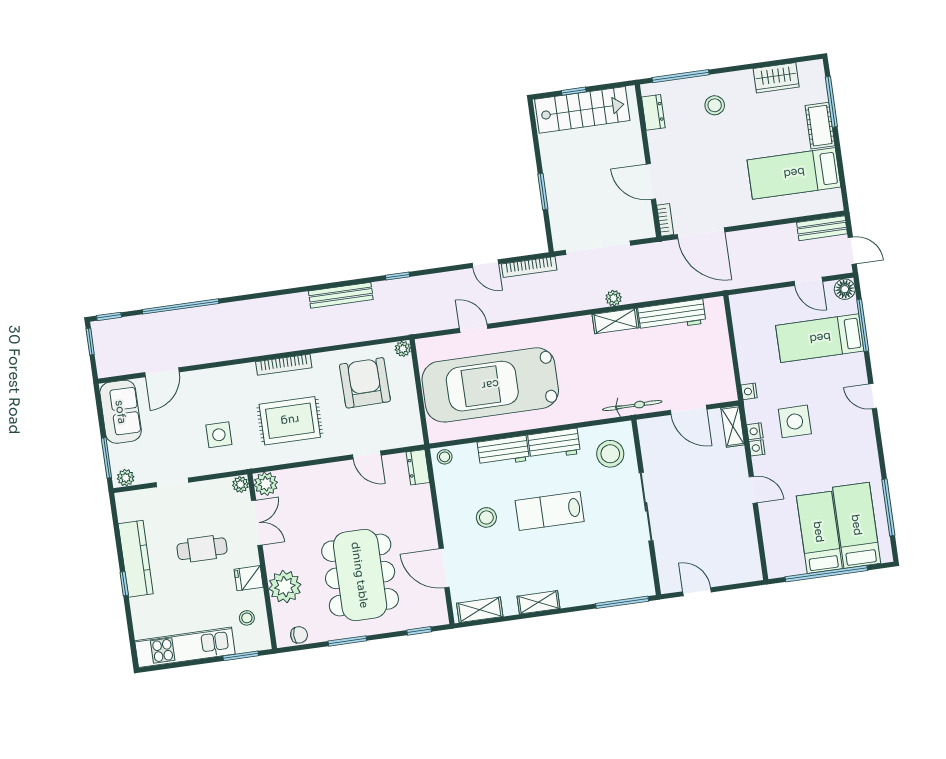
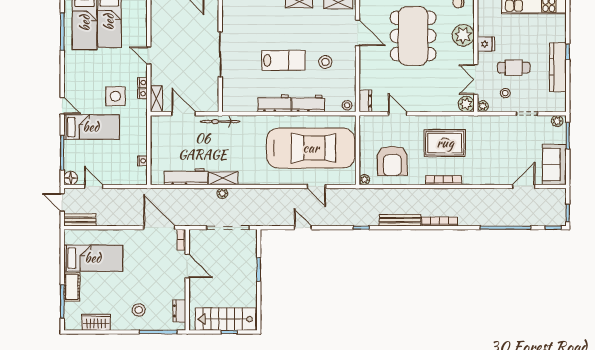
bookcase: (529, 267) -> (440, 221), moved
bed: (820, 338) -> (91, 127), moved
nightstand: (749, 391) -> (142, 161), moved
side table: (219, 435) -> (492, 140), removed
stool: (610, 454) -> (239, 92), removed
stool: (247, 618) -> (505, 93), moved

